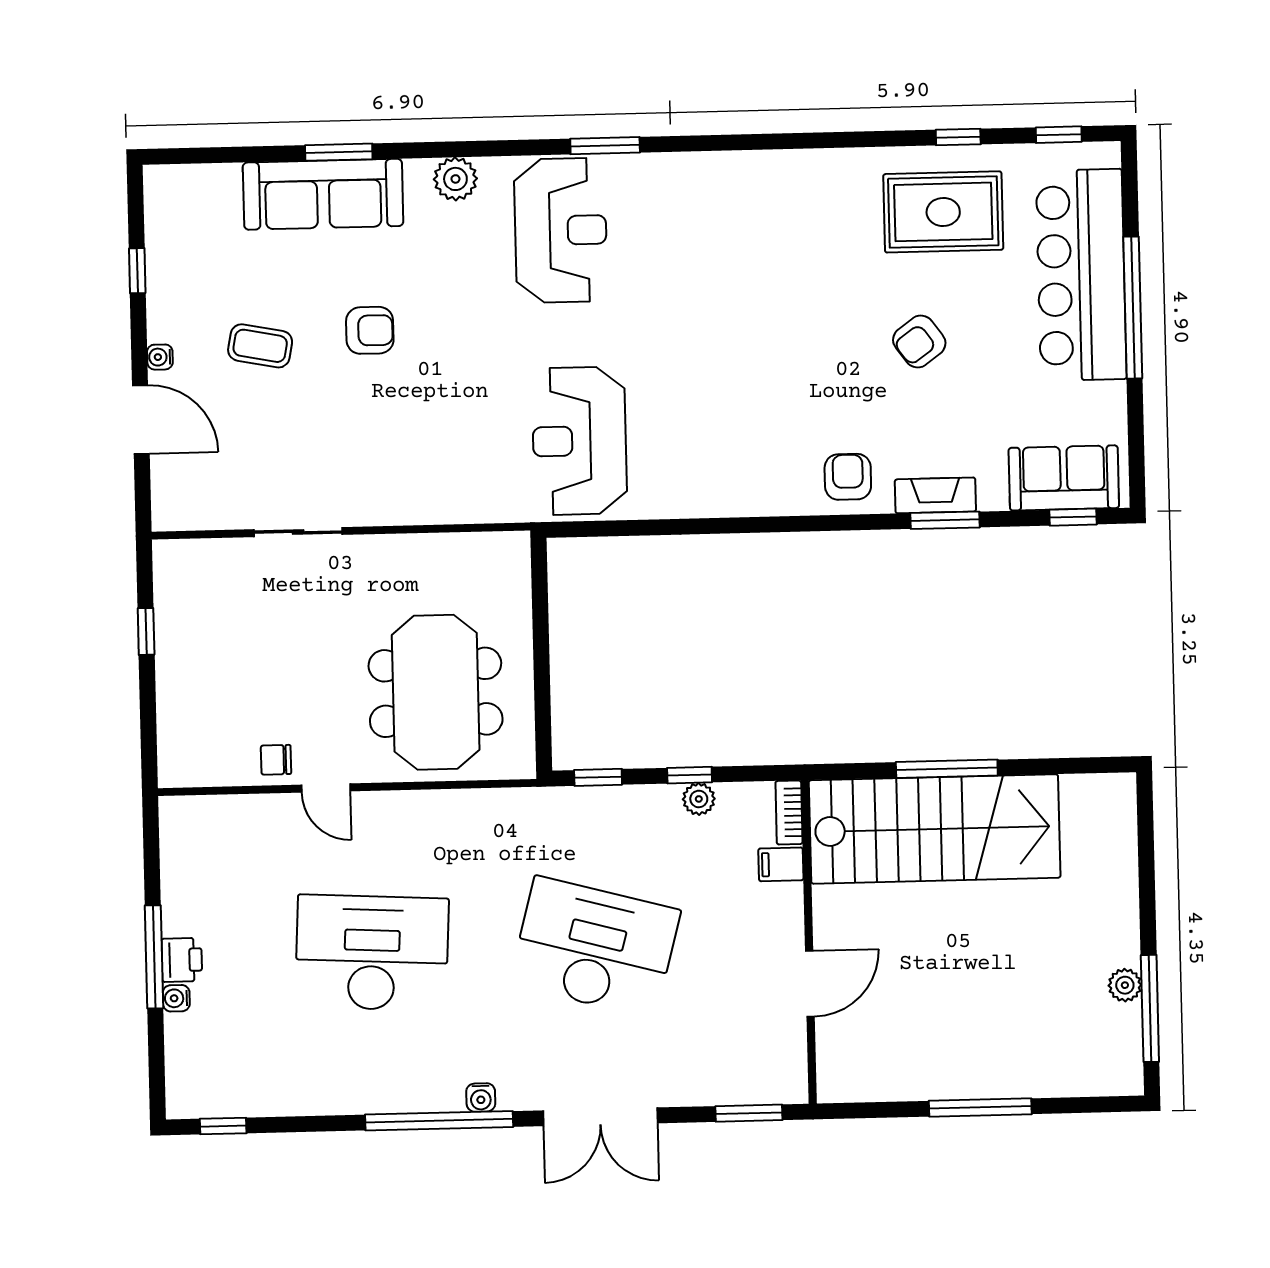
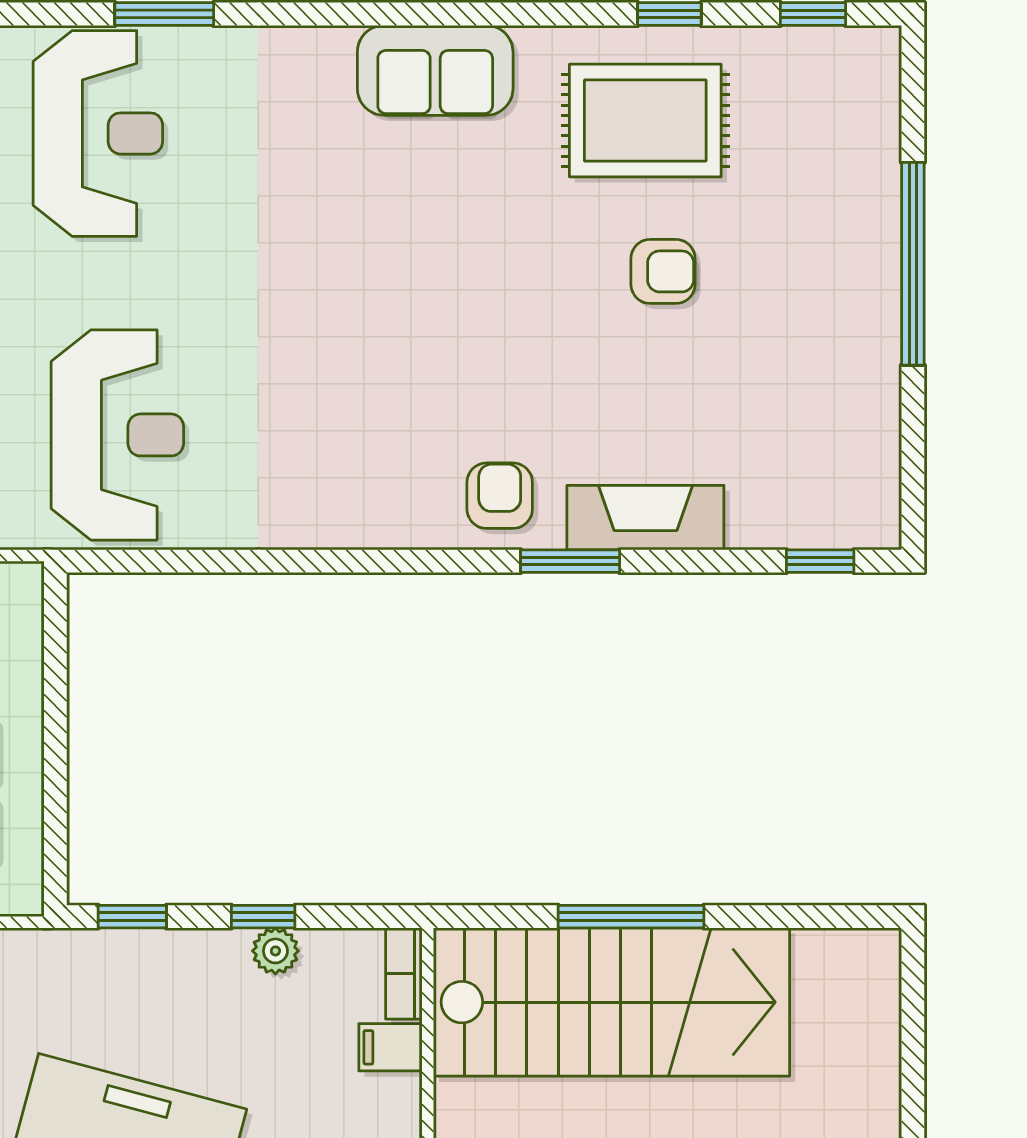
bar counter: (1081, 275) -> (840, 215), removed
armchair: (919, 341) -> (663, 271), moved, turned -144
reception desk: (579, 441) -> (117, 435), turned 180
sofa: (1064, 478) -> (435, 70), moved, turned 180
fireplace: (935, 495) -> (645, 518), width x1.37, depth x1.32
window: (945, 520) -> (570, 561), moved

